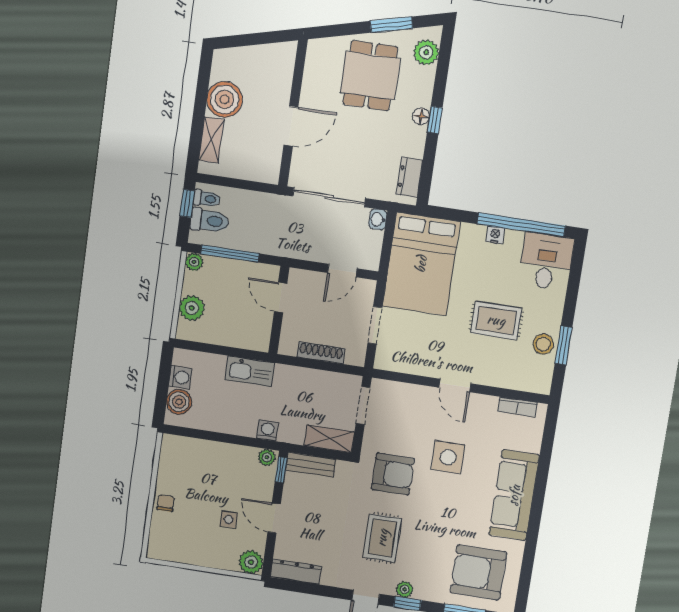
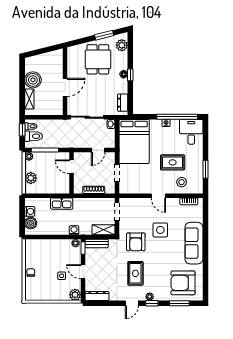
stool: (543, 344) -> (182, 182), moved
armchair: (393, 474) -> (136, 242), turned 90

